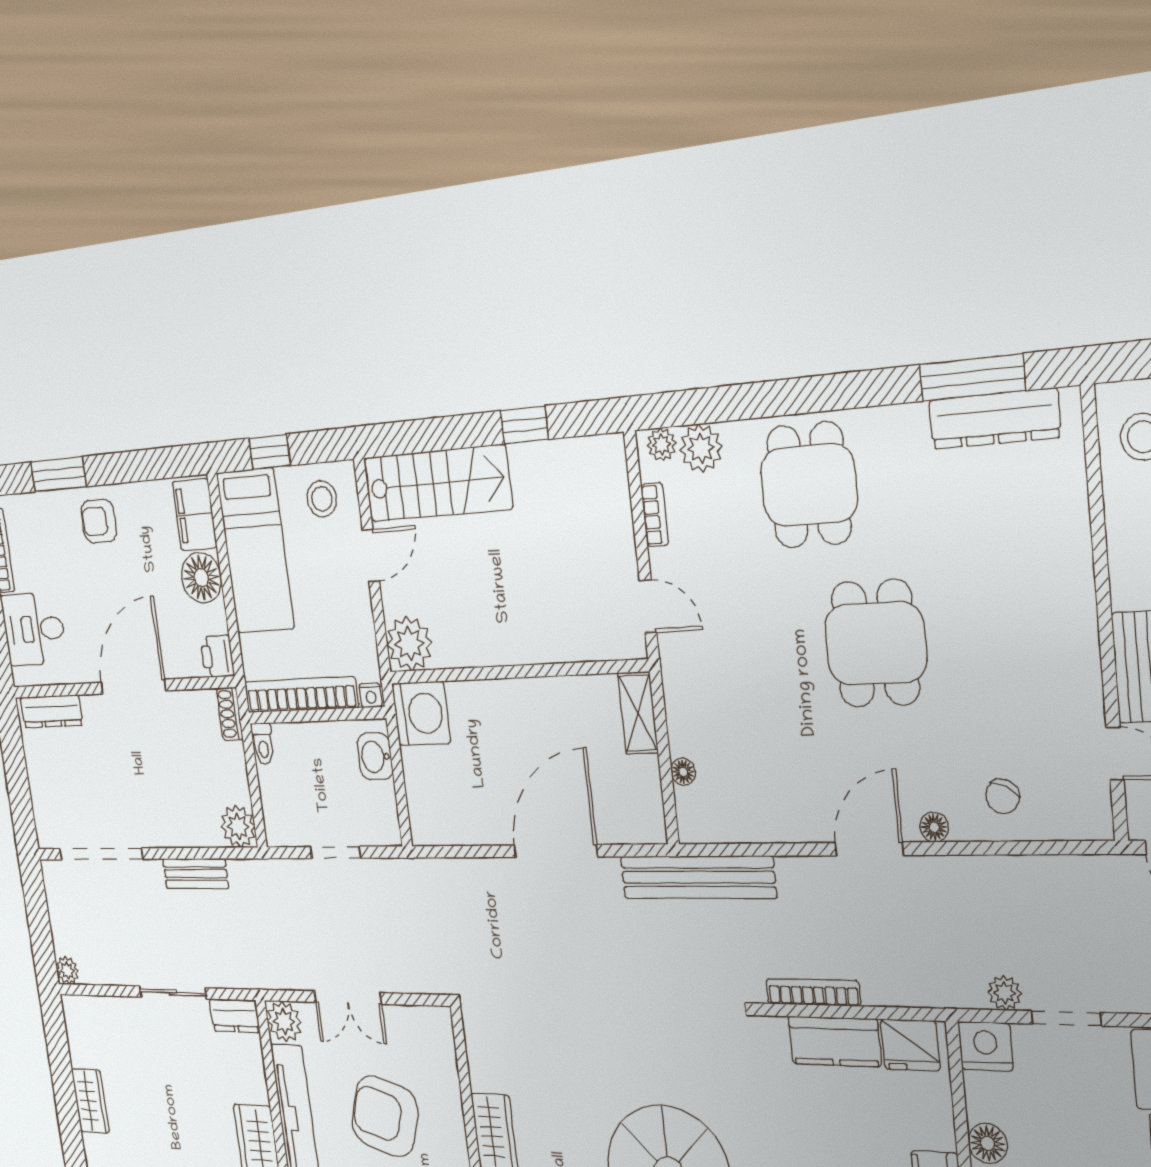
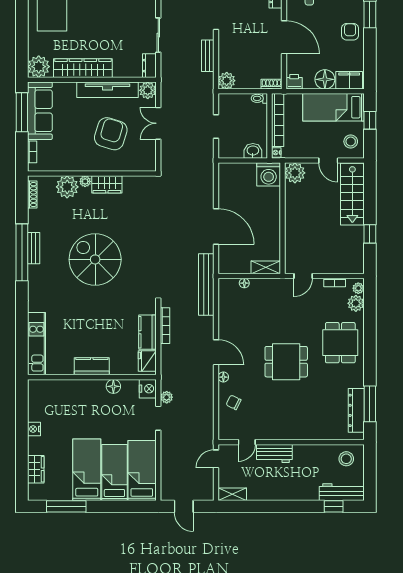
dining table: (809, 485) -> (340, 343), turned 90

